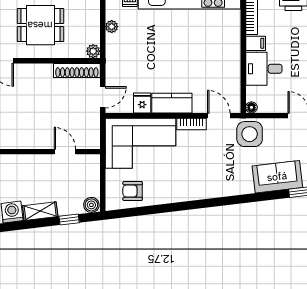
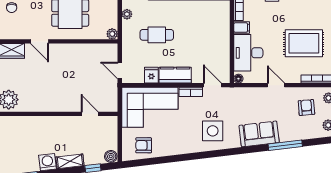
cafe table: (149, 52) -> (157, 35), added
desk: (264, 69) -> (248, 53), width x1.37
shoe rack: (77, 71) -> (99, 49), removed
door: (103, 97) -> (120, 70), swing flipped
side table: (250, 134) -> (213, 131), moved

